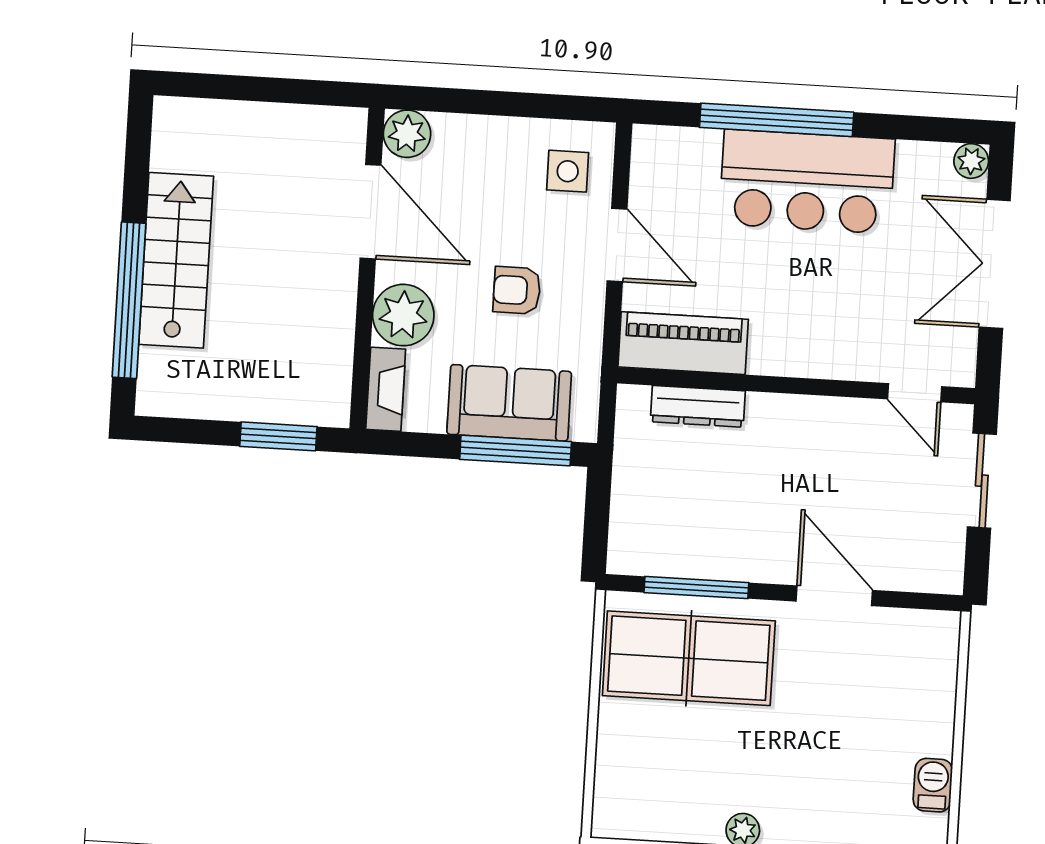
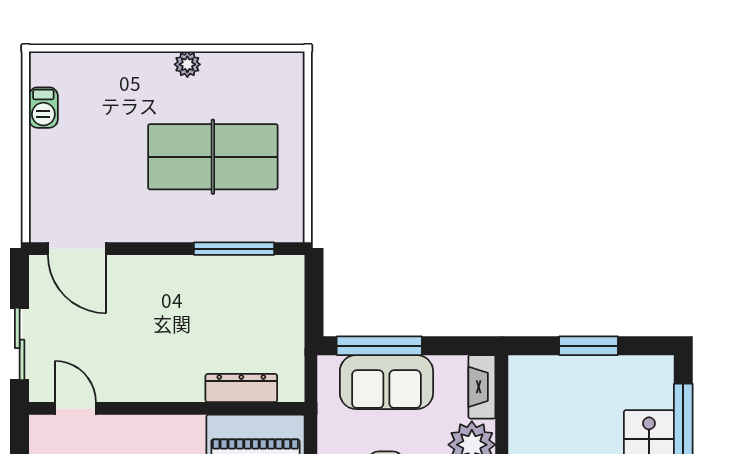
window: (278, 436) -> (589, 346), moved
door: (834, 596) -> (77, 249), moved
table tennis table: (689, 658) -> (213, 157), moved

